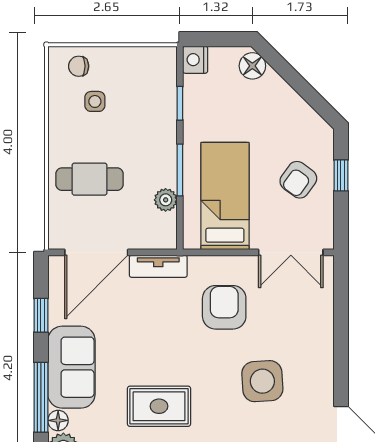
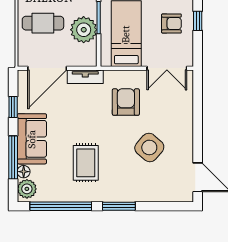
armchair: (298, 180) -> (171, 24), turned -126
plant: (166, 200) -> (84, 30), width x1.87, depth x1.87
side table: (262, 381) -> (149, 147), turned 45
rug: (159, 406) -> (86, 163), turned 90

